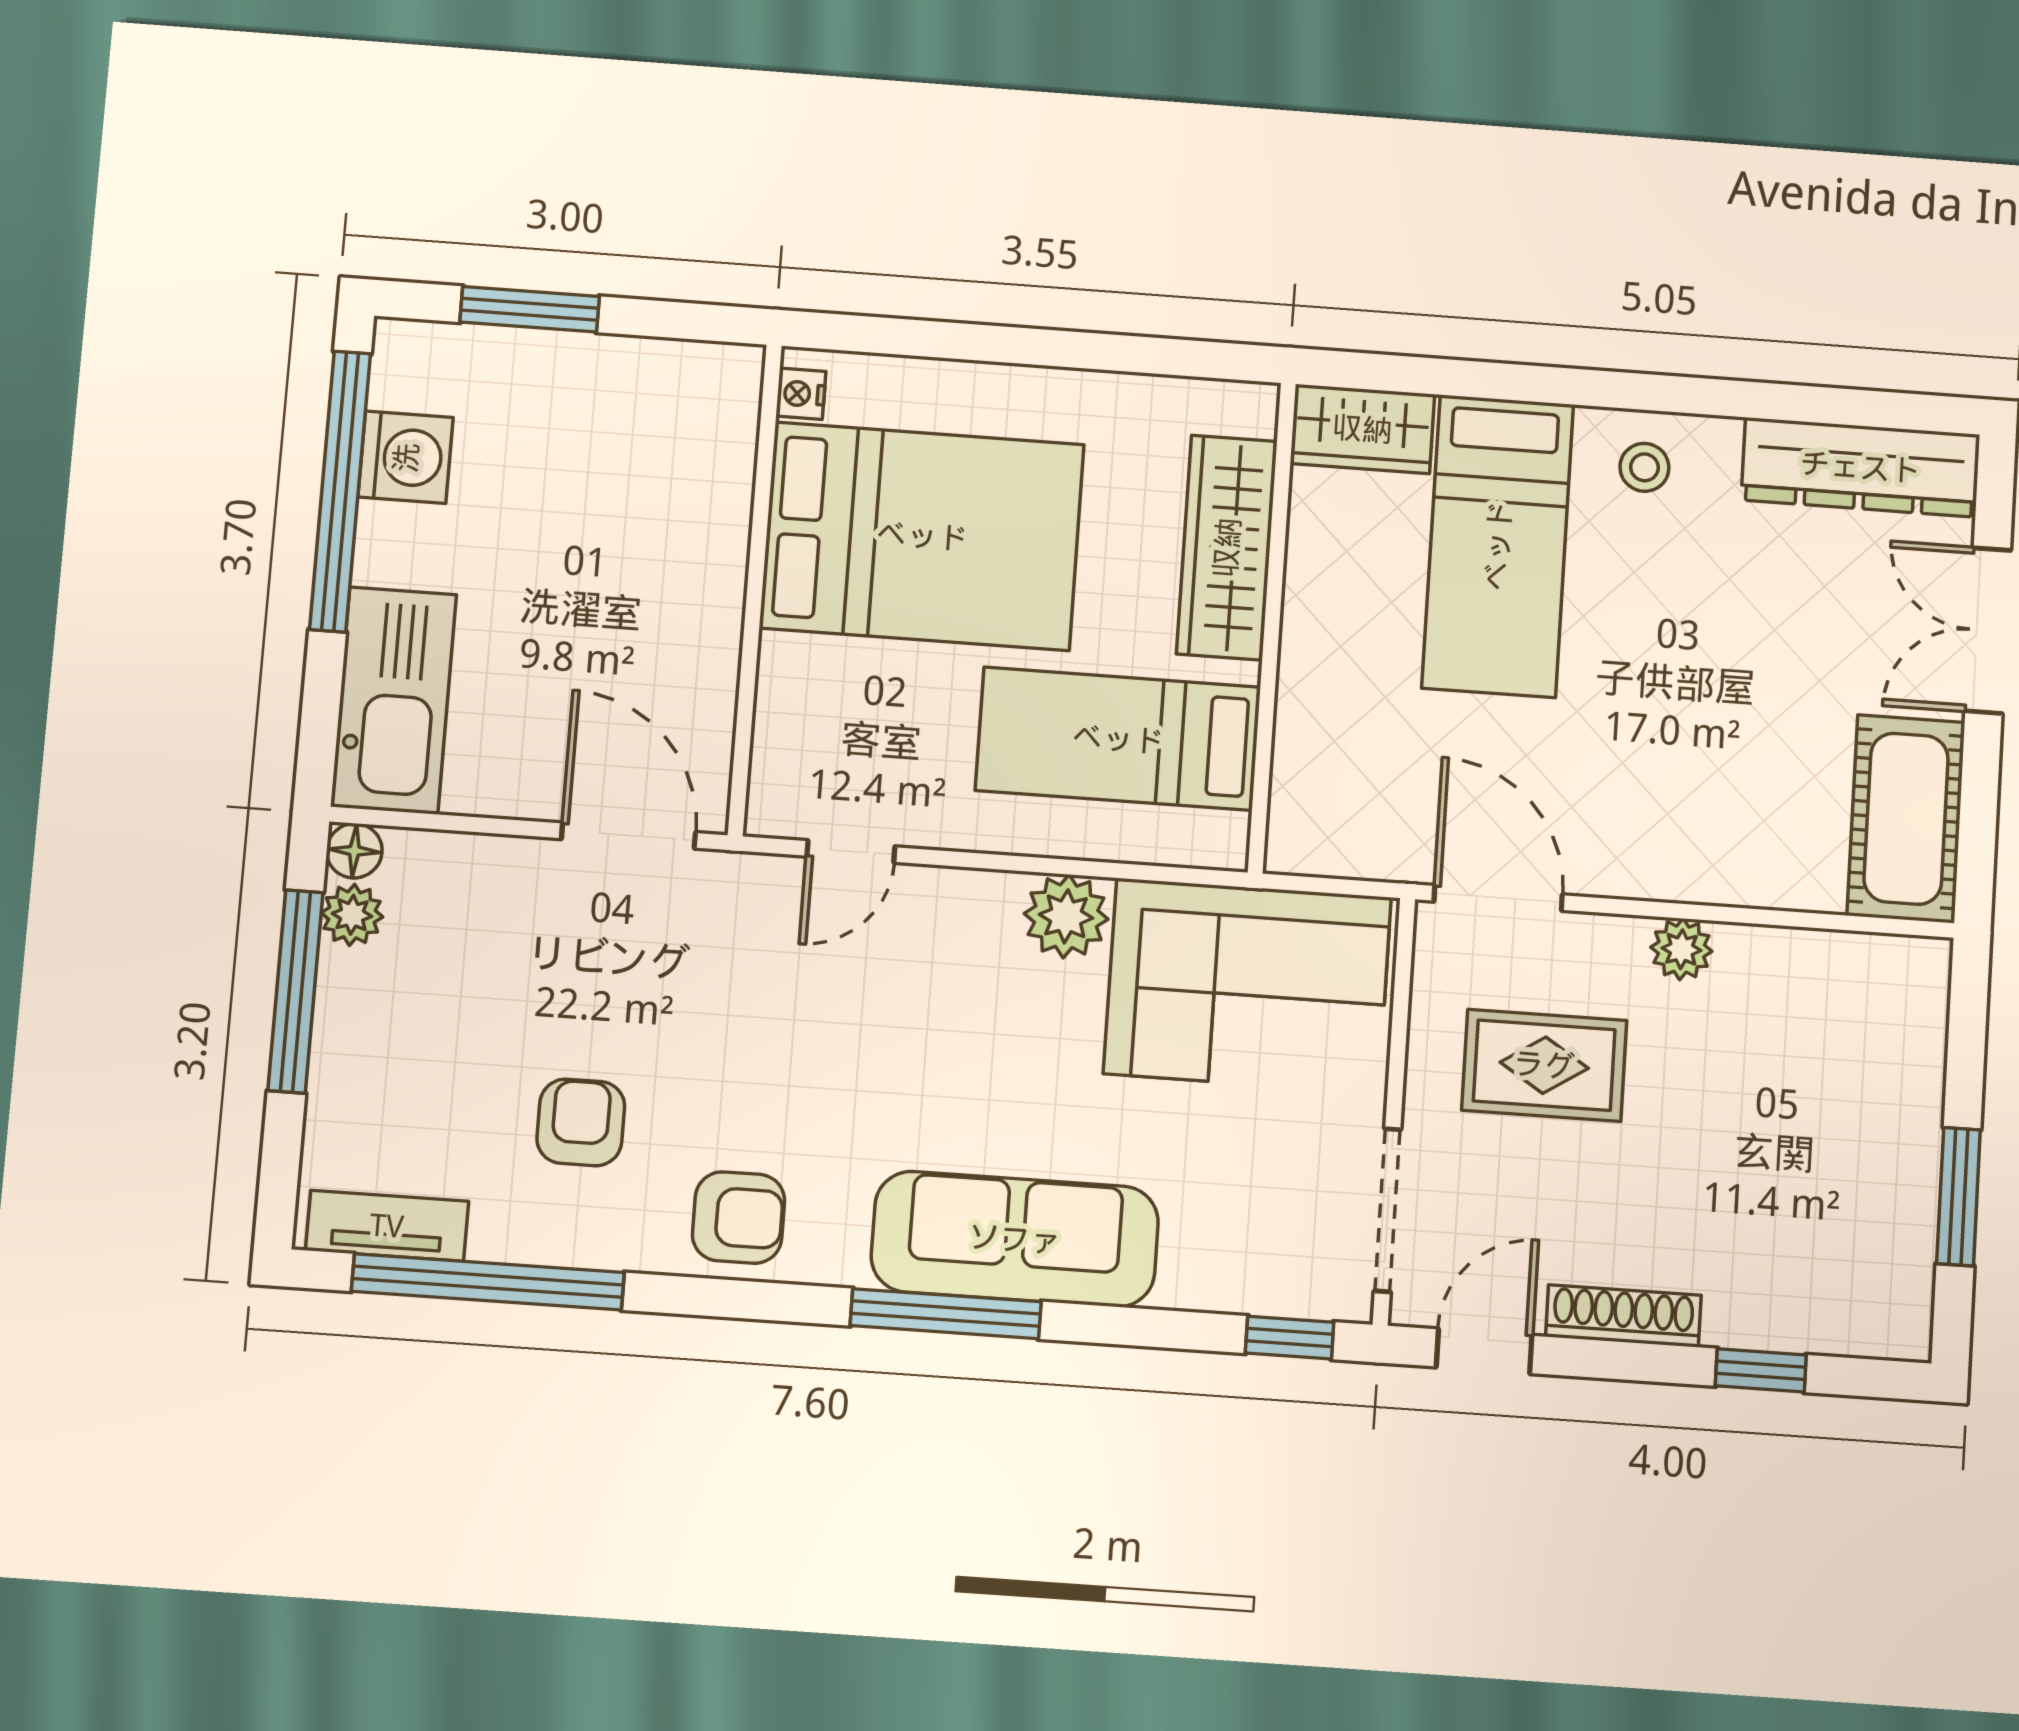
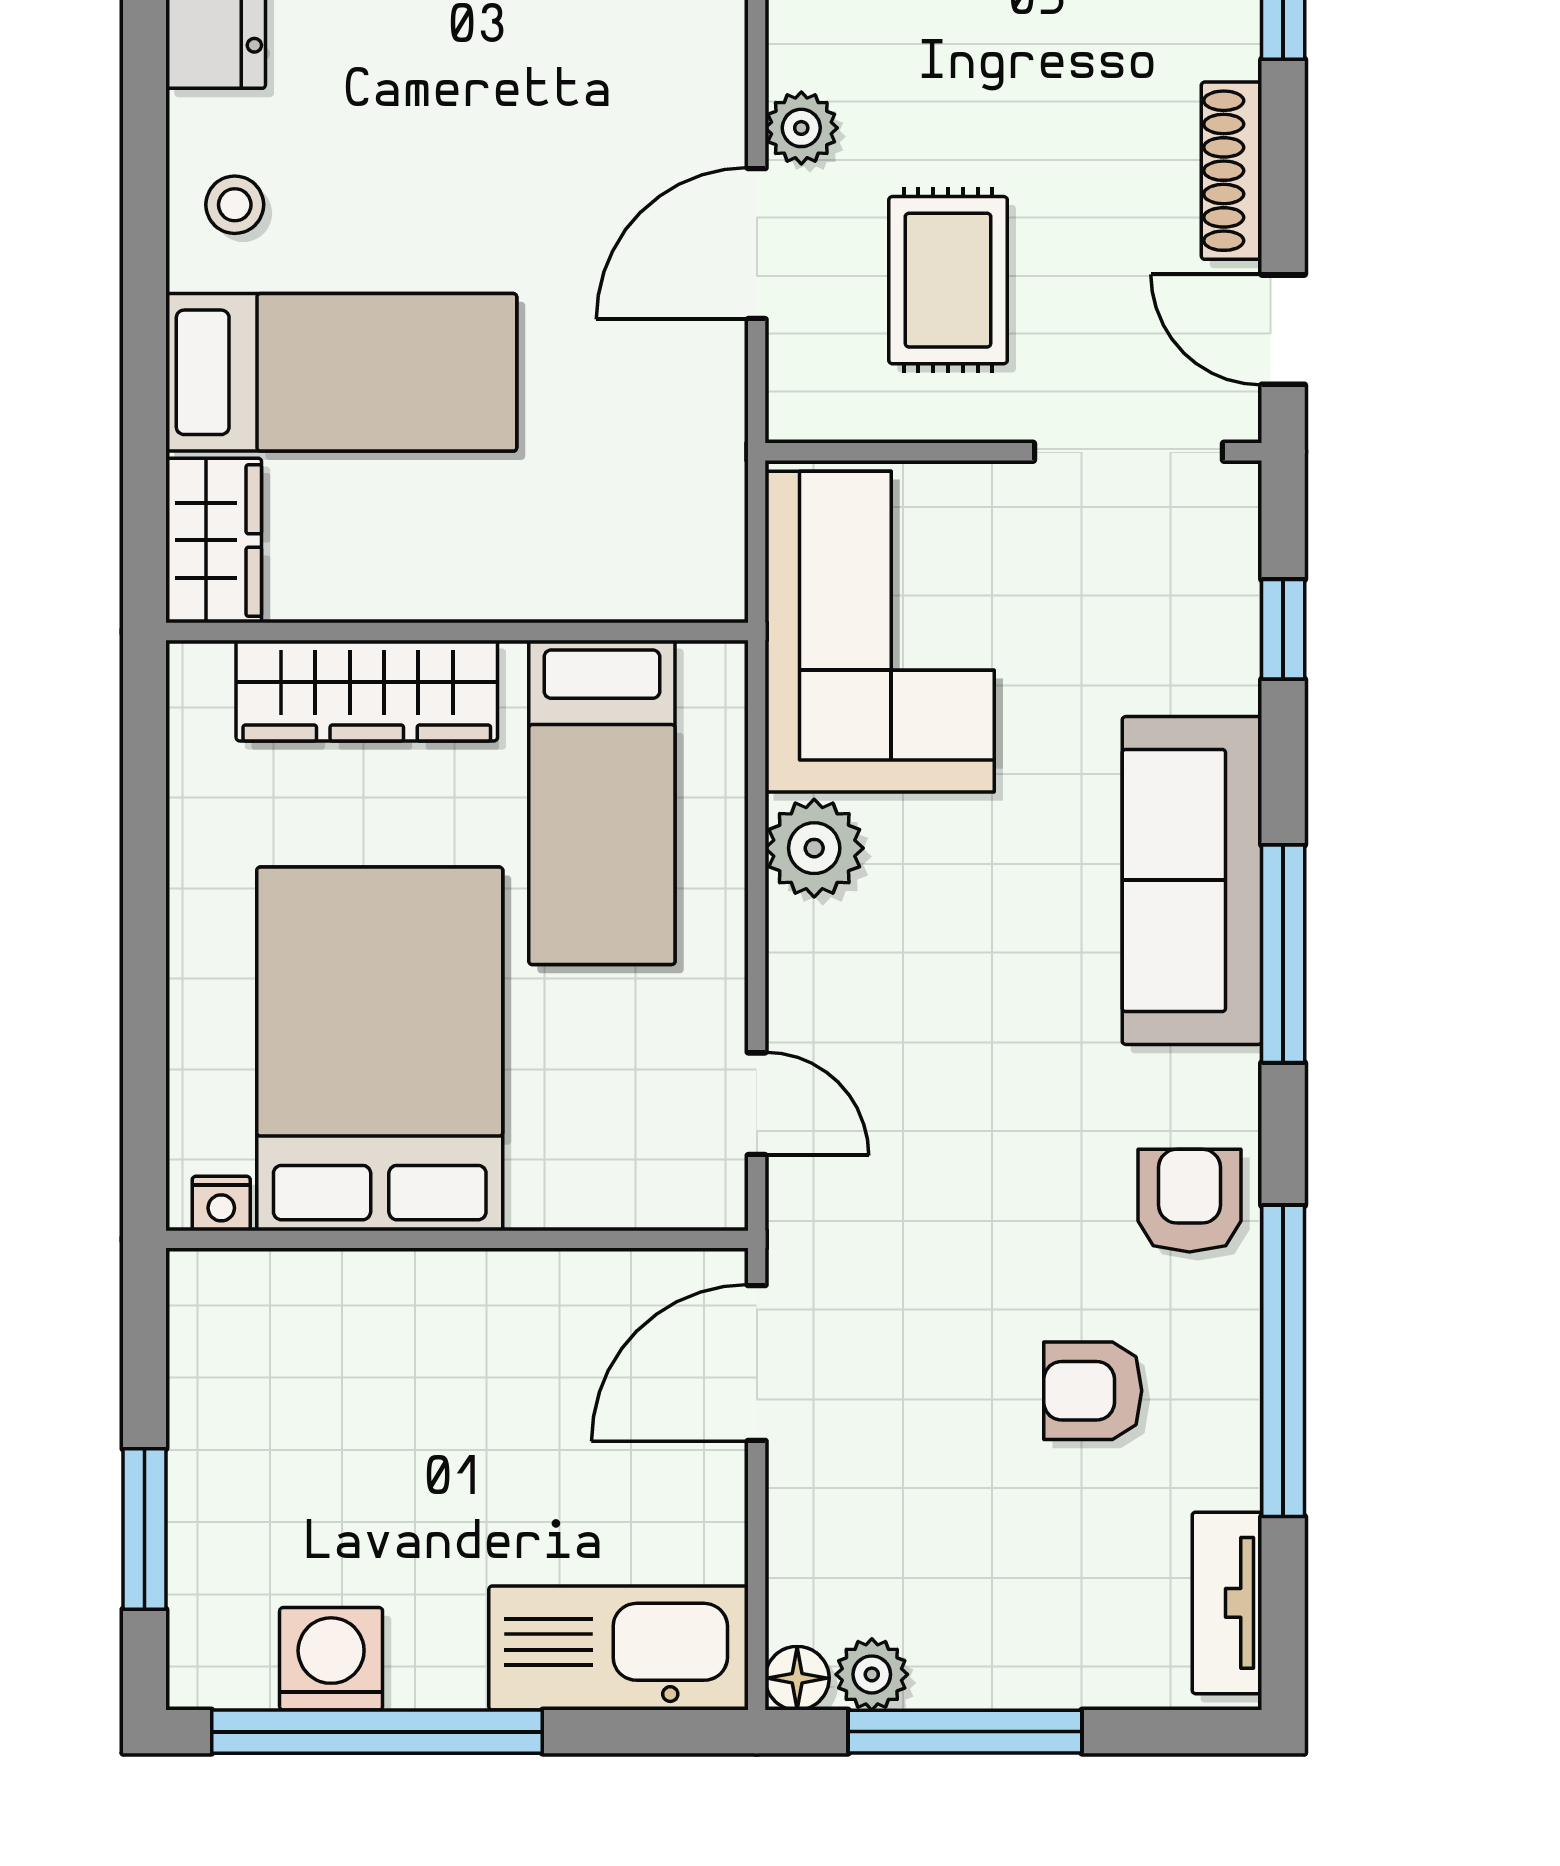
door: (1498, 898) -> (757, 244), moved
window: (488, 1282) -> (1283, 1361), moved
window: (1290, 1338) -> (1283, 629), moved

